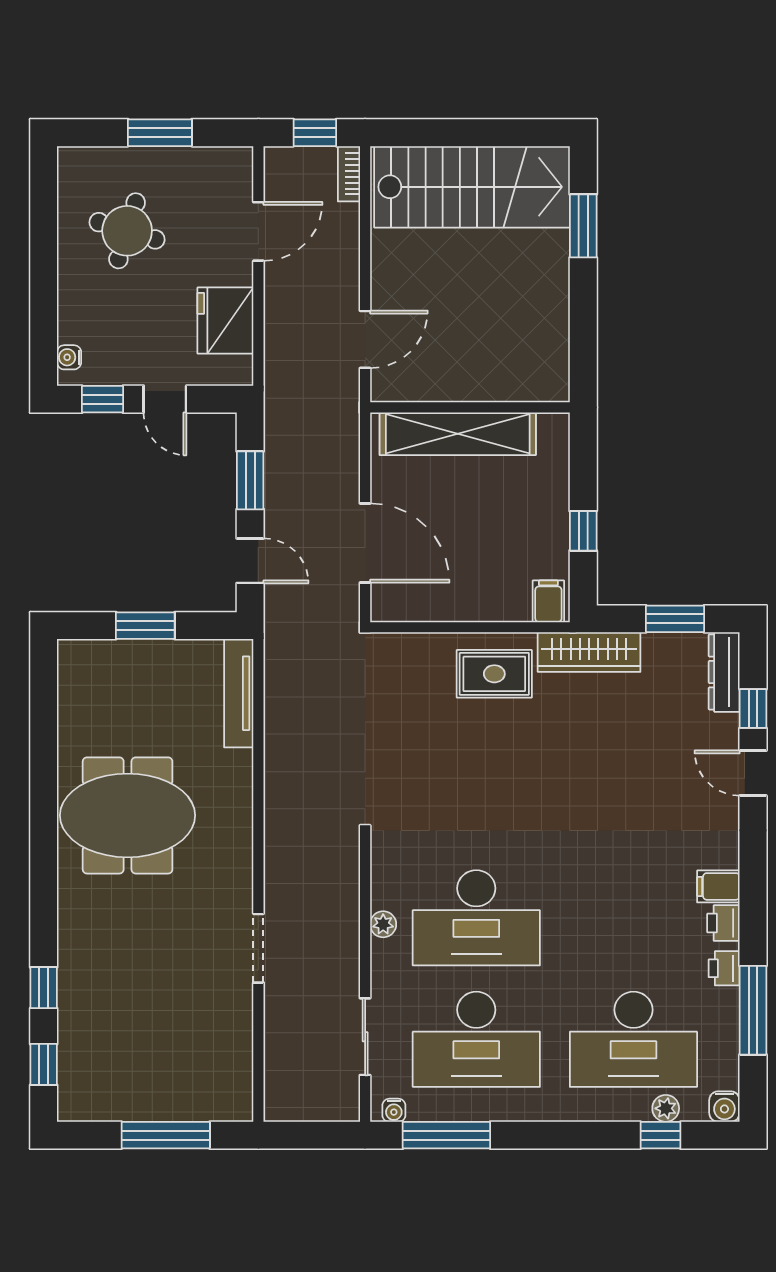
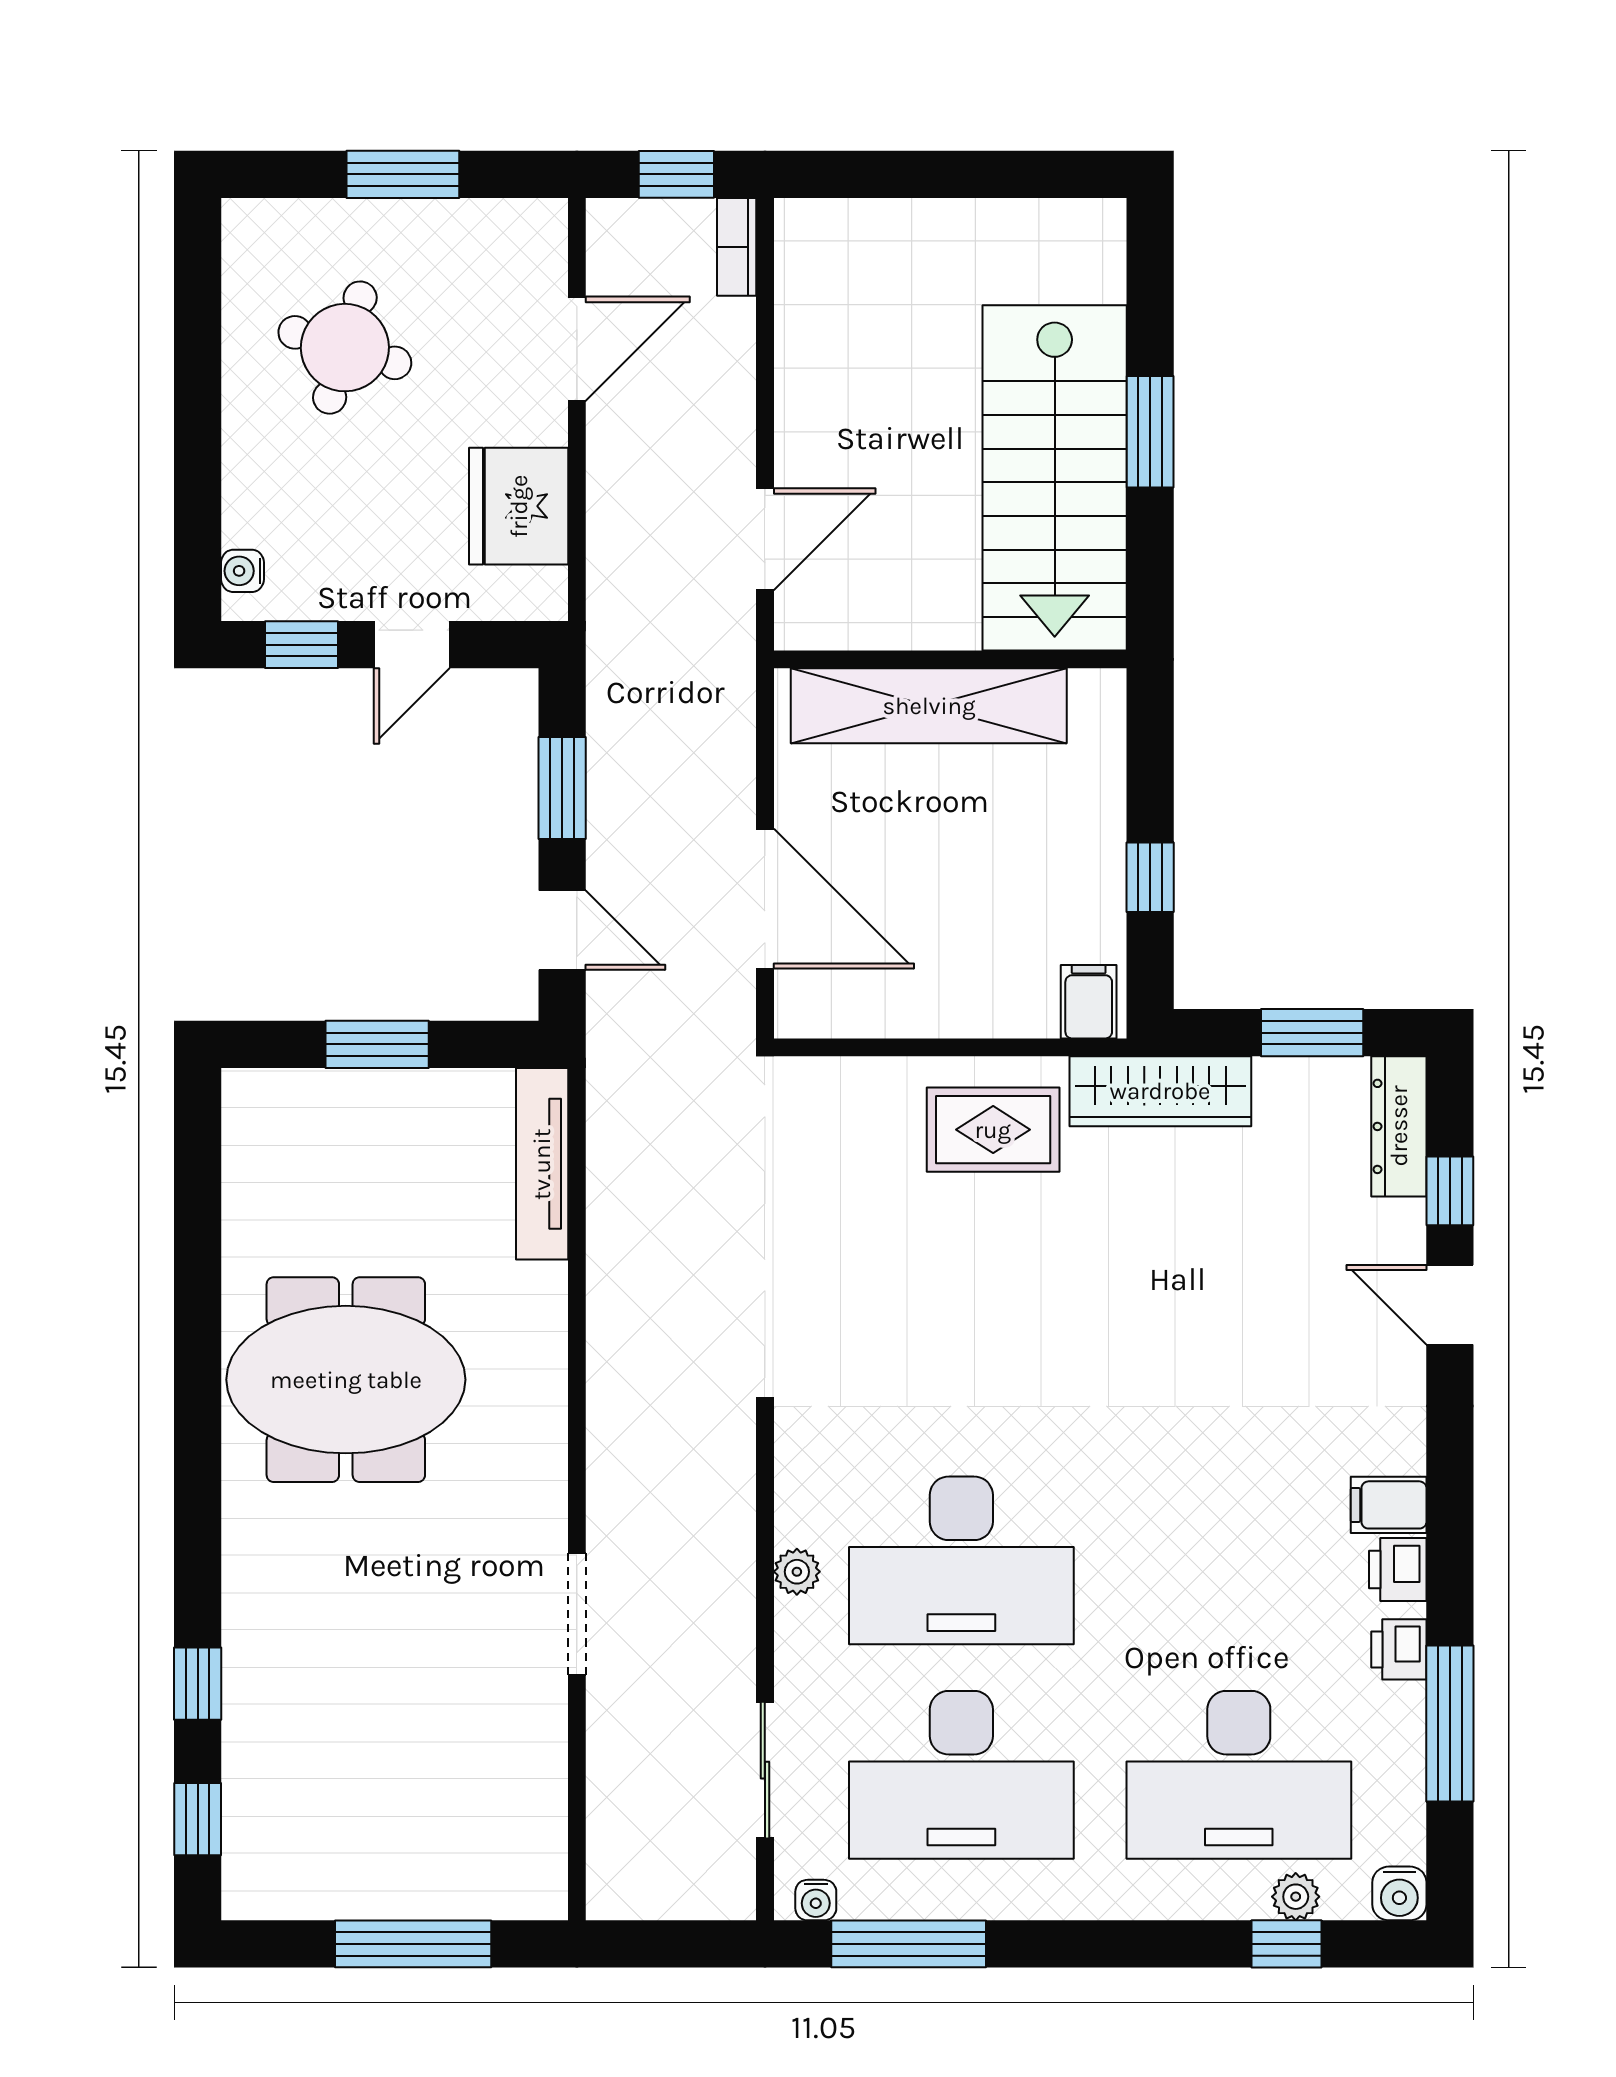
stairs: (472, 187) -> (1055, 478), moved, turned 90
window: (583, 226) -> (1150, 432), moved
door: (165, 399) -> (412, 645), hinge flipped

